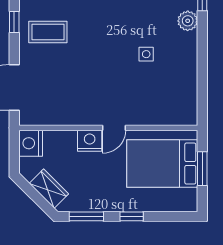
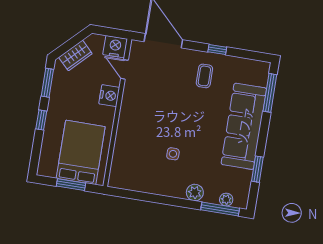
coffee table: (48, 32) -> (204, 76), width x0.73, depth x0.77
door: (114, 128) -> (124, 69), moved

